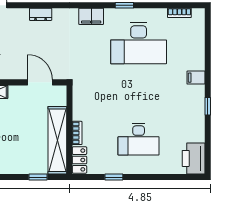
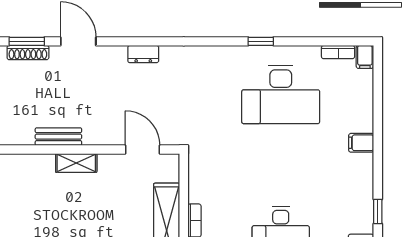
filing cabinet: (91, 16) -> (365, 57), moved, width x0.50
window: (208, 106) -> (378, 211), moved

